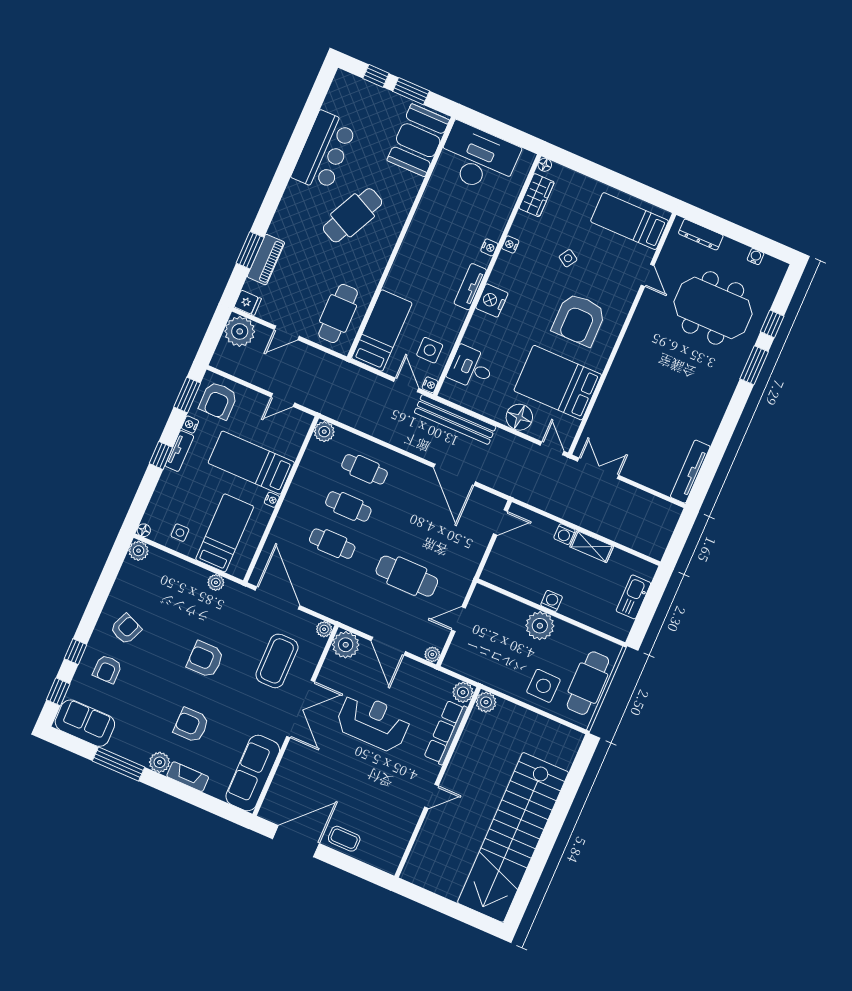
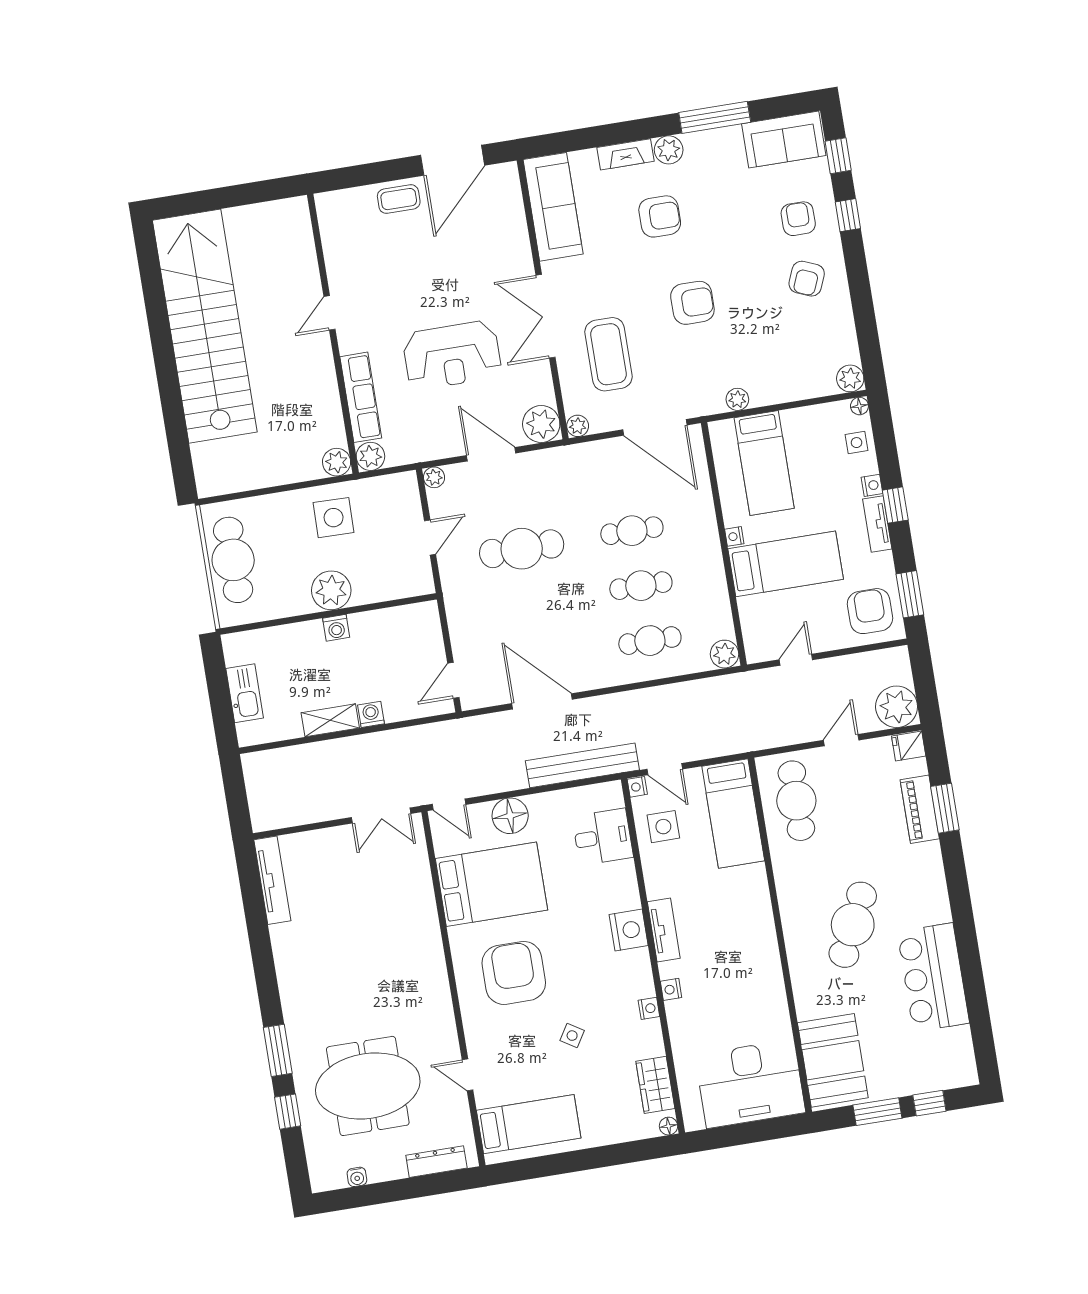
nightstand: (190, 425) -> (872, 485), moved
side table: (180, 533) -> (856, 443), moved
side table: (543, 686) -> (334, 518), moved

